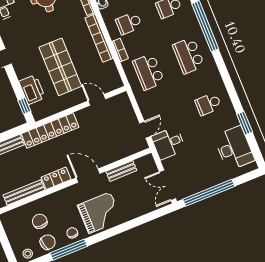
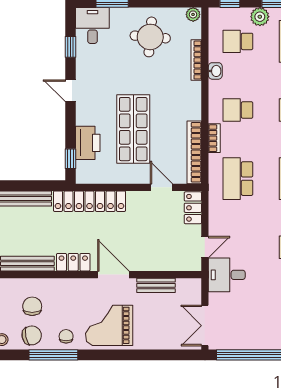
bookcase: (99, 38) -> (194, 152), moved
locker: (125, 105) -> (193, 208), added
grand piano: (100, 213) -> (109, 325), turned 180

